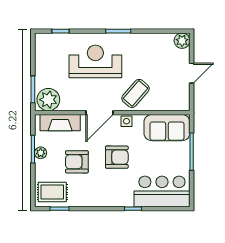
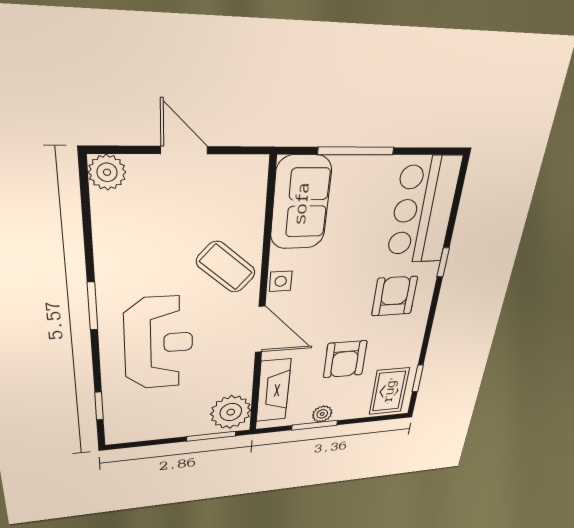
reception desk: (95, 61) -> (159, 343), turned 180
armchair: (117, 157) -> (395, 296), moved

